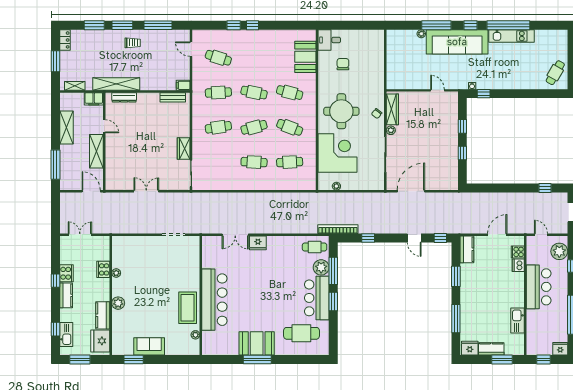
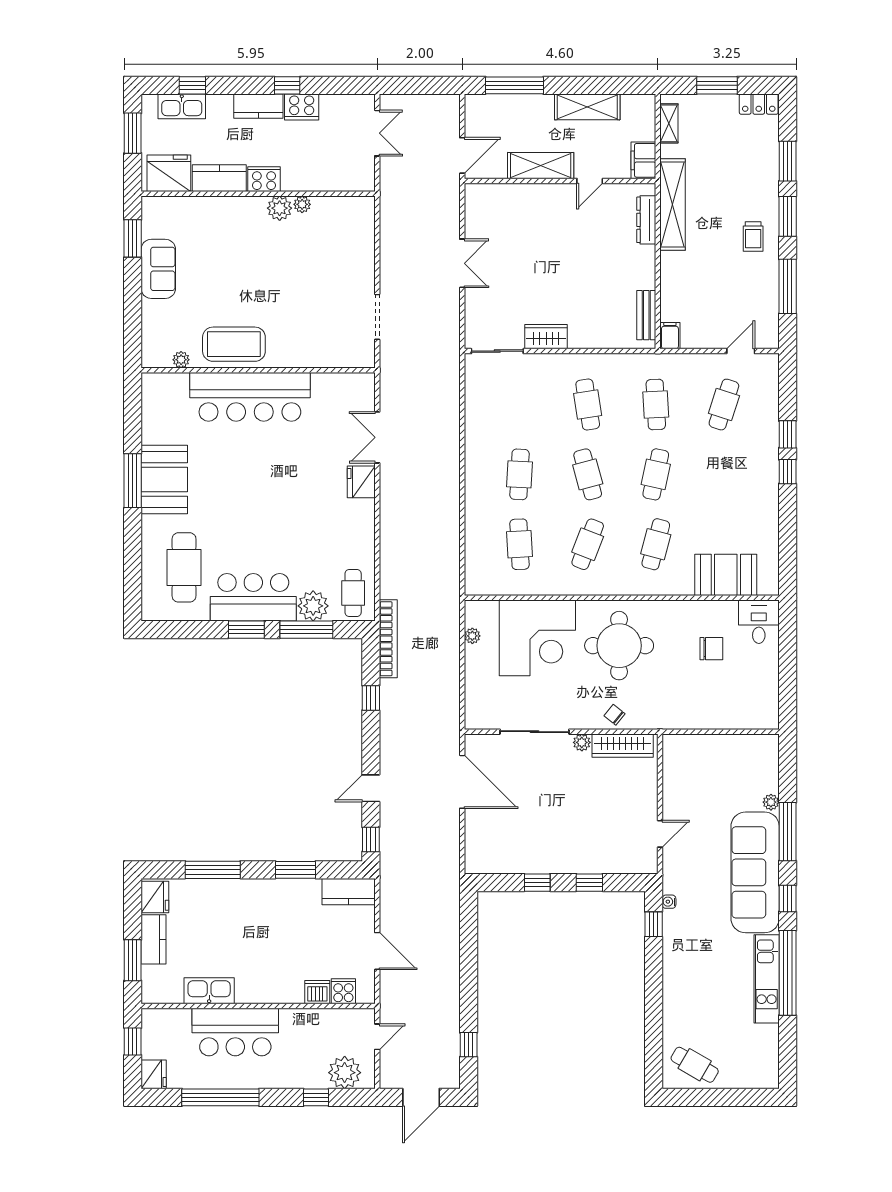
cooker: (103, 269) -> (264, 179), moved
bar counter: (539, 287) -> (235, 1032), moved
plant: (118, 303) -> (280, 208), moved

